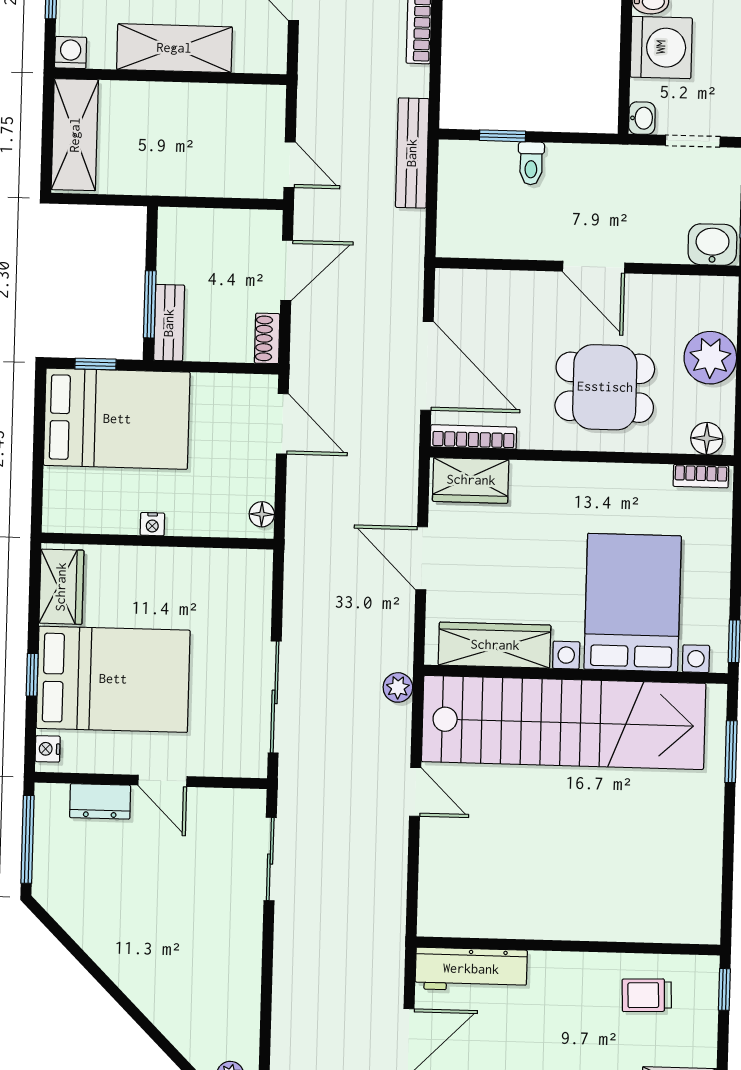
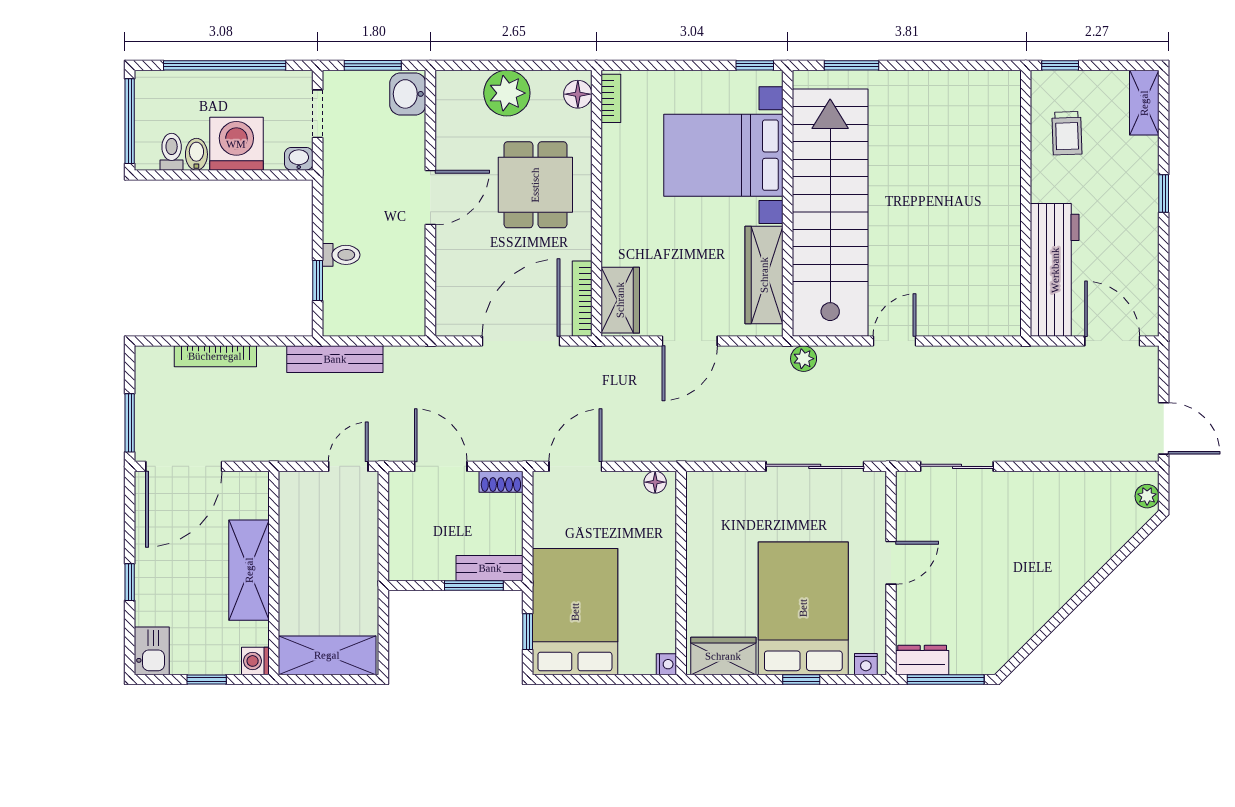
nightstand: (152, 524) -> (666, 664), moved
dresser: (100, 801) -> (922, 660), moved, turned -90
workbench: (471, 969) -> (1055, 270), width x1.36, depth x1.32

